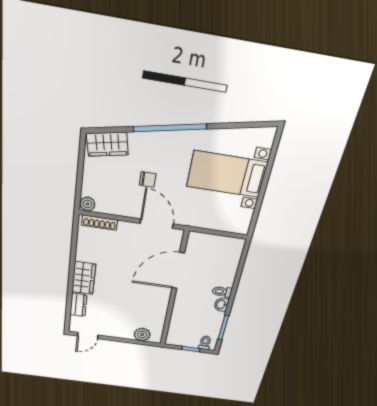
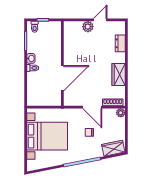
bed with nightstands: (227, 174) -> (47, 136), width x1.36
door: (157, 224) -> (92, 107), moved
wardrobe: (84, 278) -> (119, 75), moved
plant: (142, 335) -> (88, 27), moved
door: (88, 336) -> (100, 20), moved

